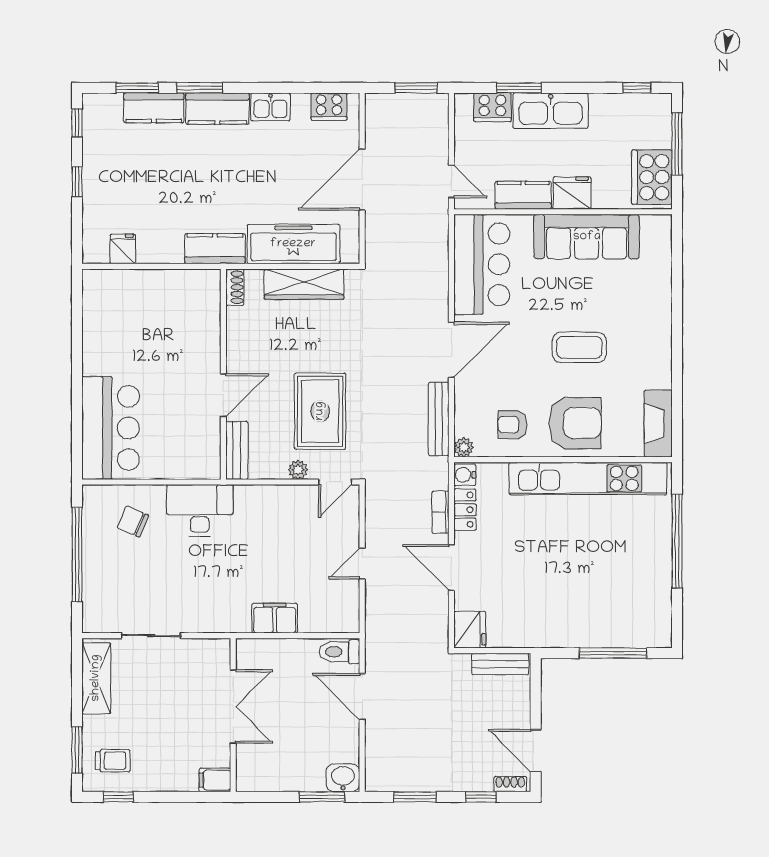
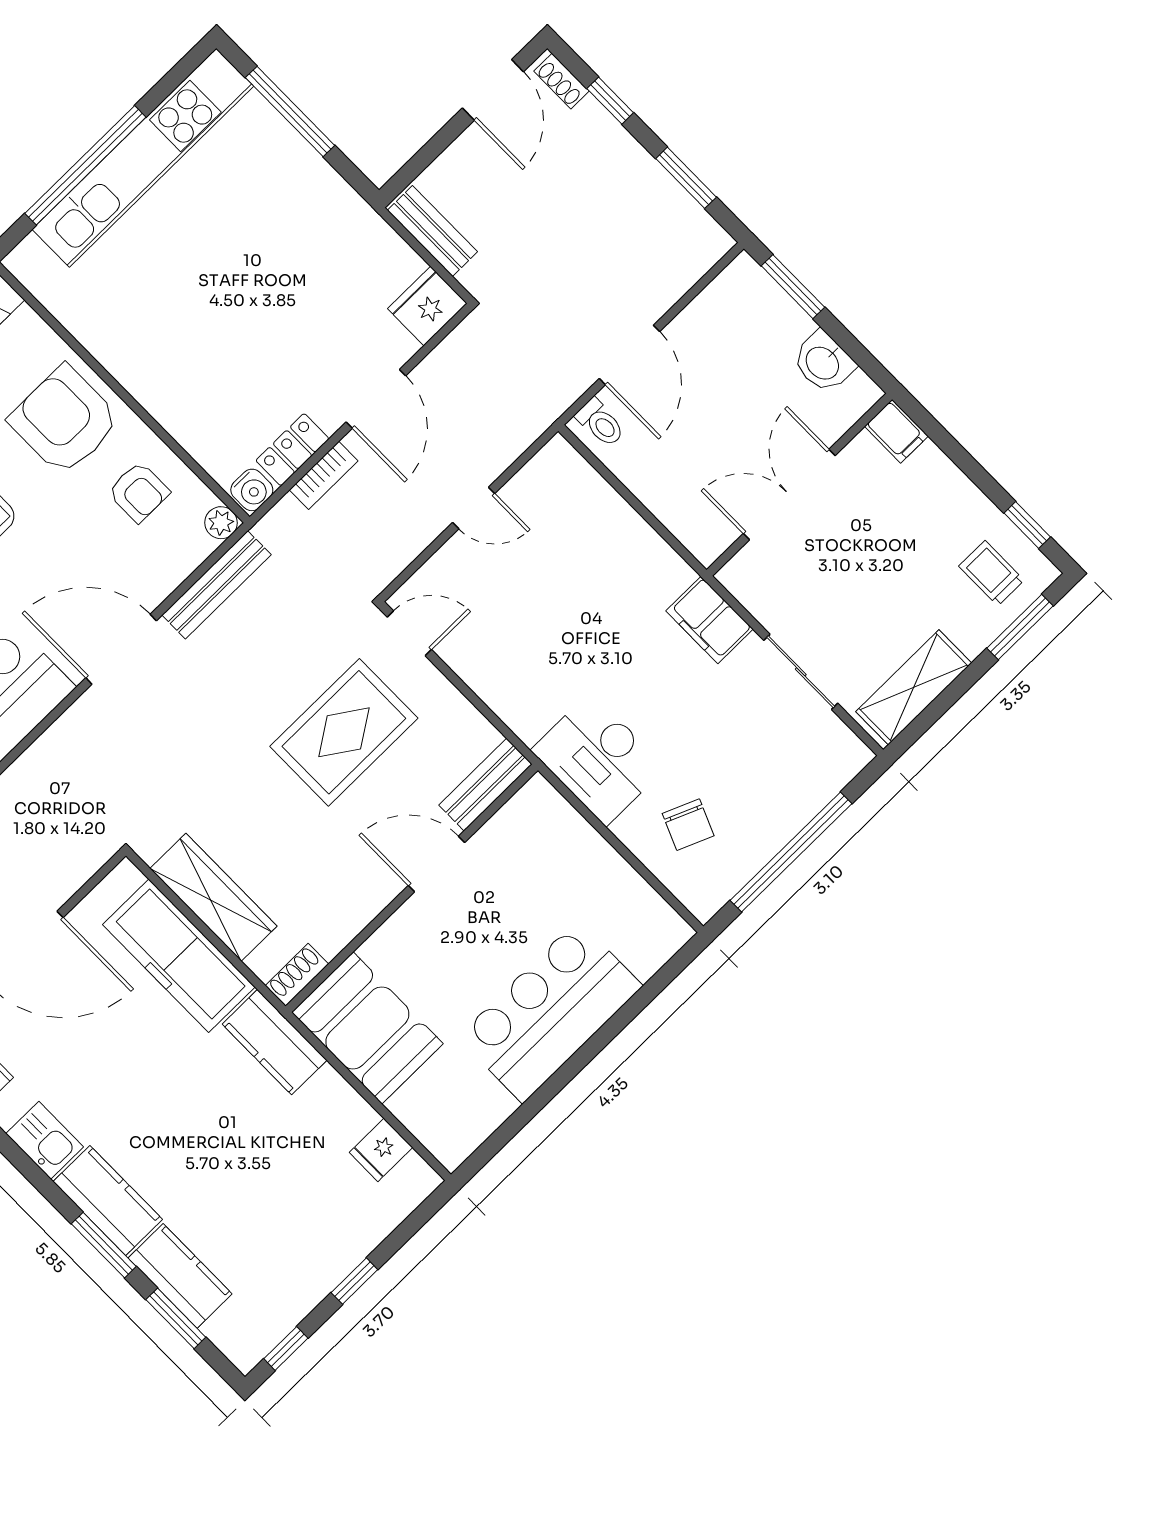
booth: (182, 295) -> (367, 1028), added
bar counter: (111, 428) -> (550, 1012), moved
plant: (298, 470) -> (438, 691), removed
kitchen unit: (588, 478) -> (143, 158), moved, turned 90
filing cabinet: (275, 618) -> (709, 620), moved
toilet: (339, 652) -> (600, 423), width x0.73, depth x0.72
washbasin: (343, 778) -> (823, 362), moved

